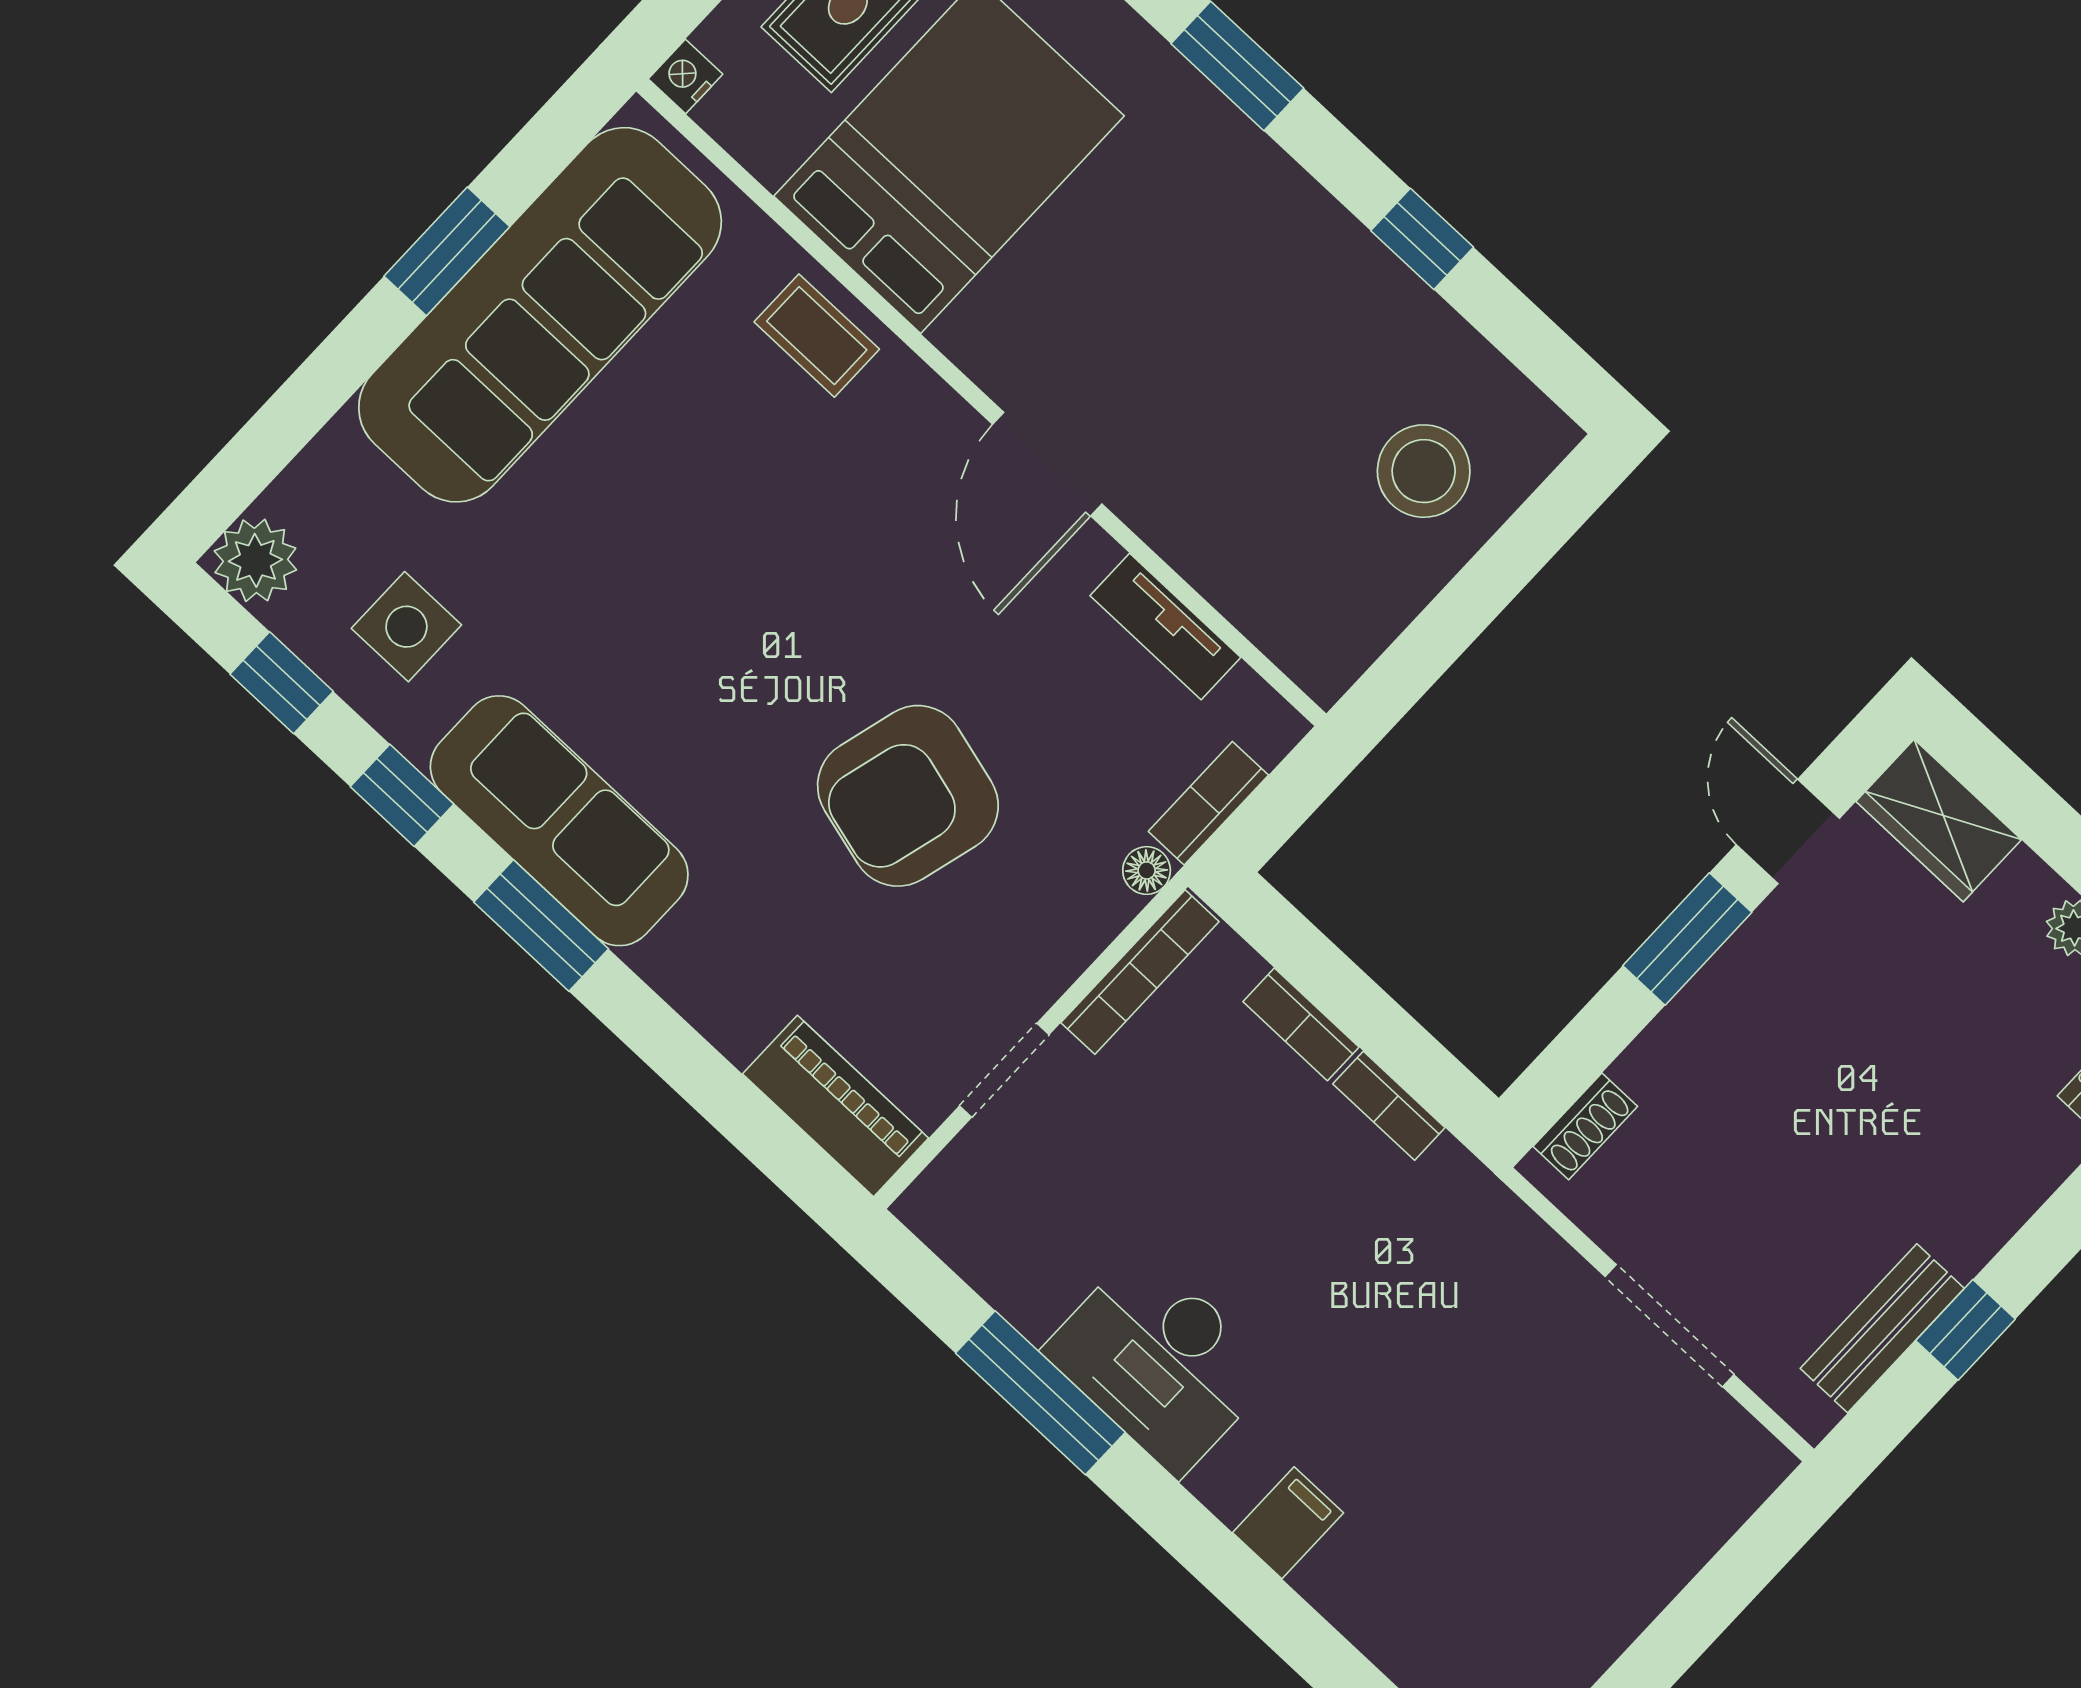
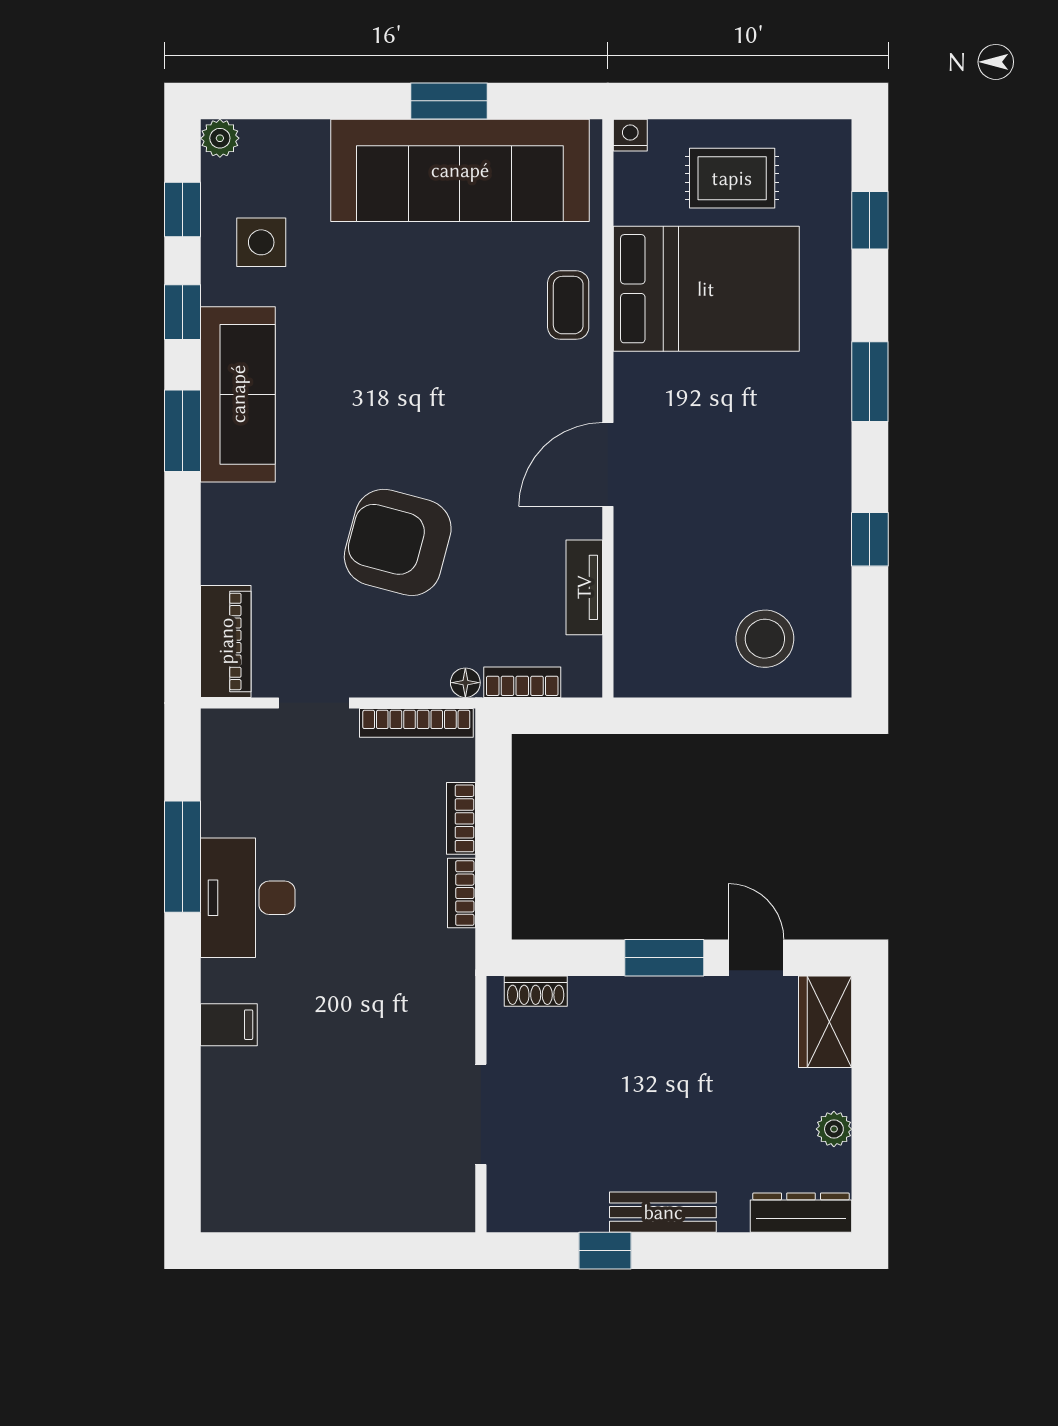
plant: (255, 560) -> (220, 138), width x0.73, depth x0.73
door: (1788, 831) -> (756, 958), hinge flipped
bench: (1882, 1328) -> (663, 1212), moved

